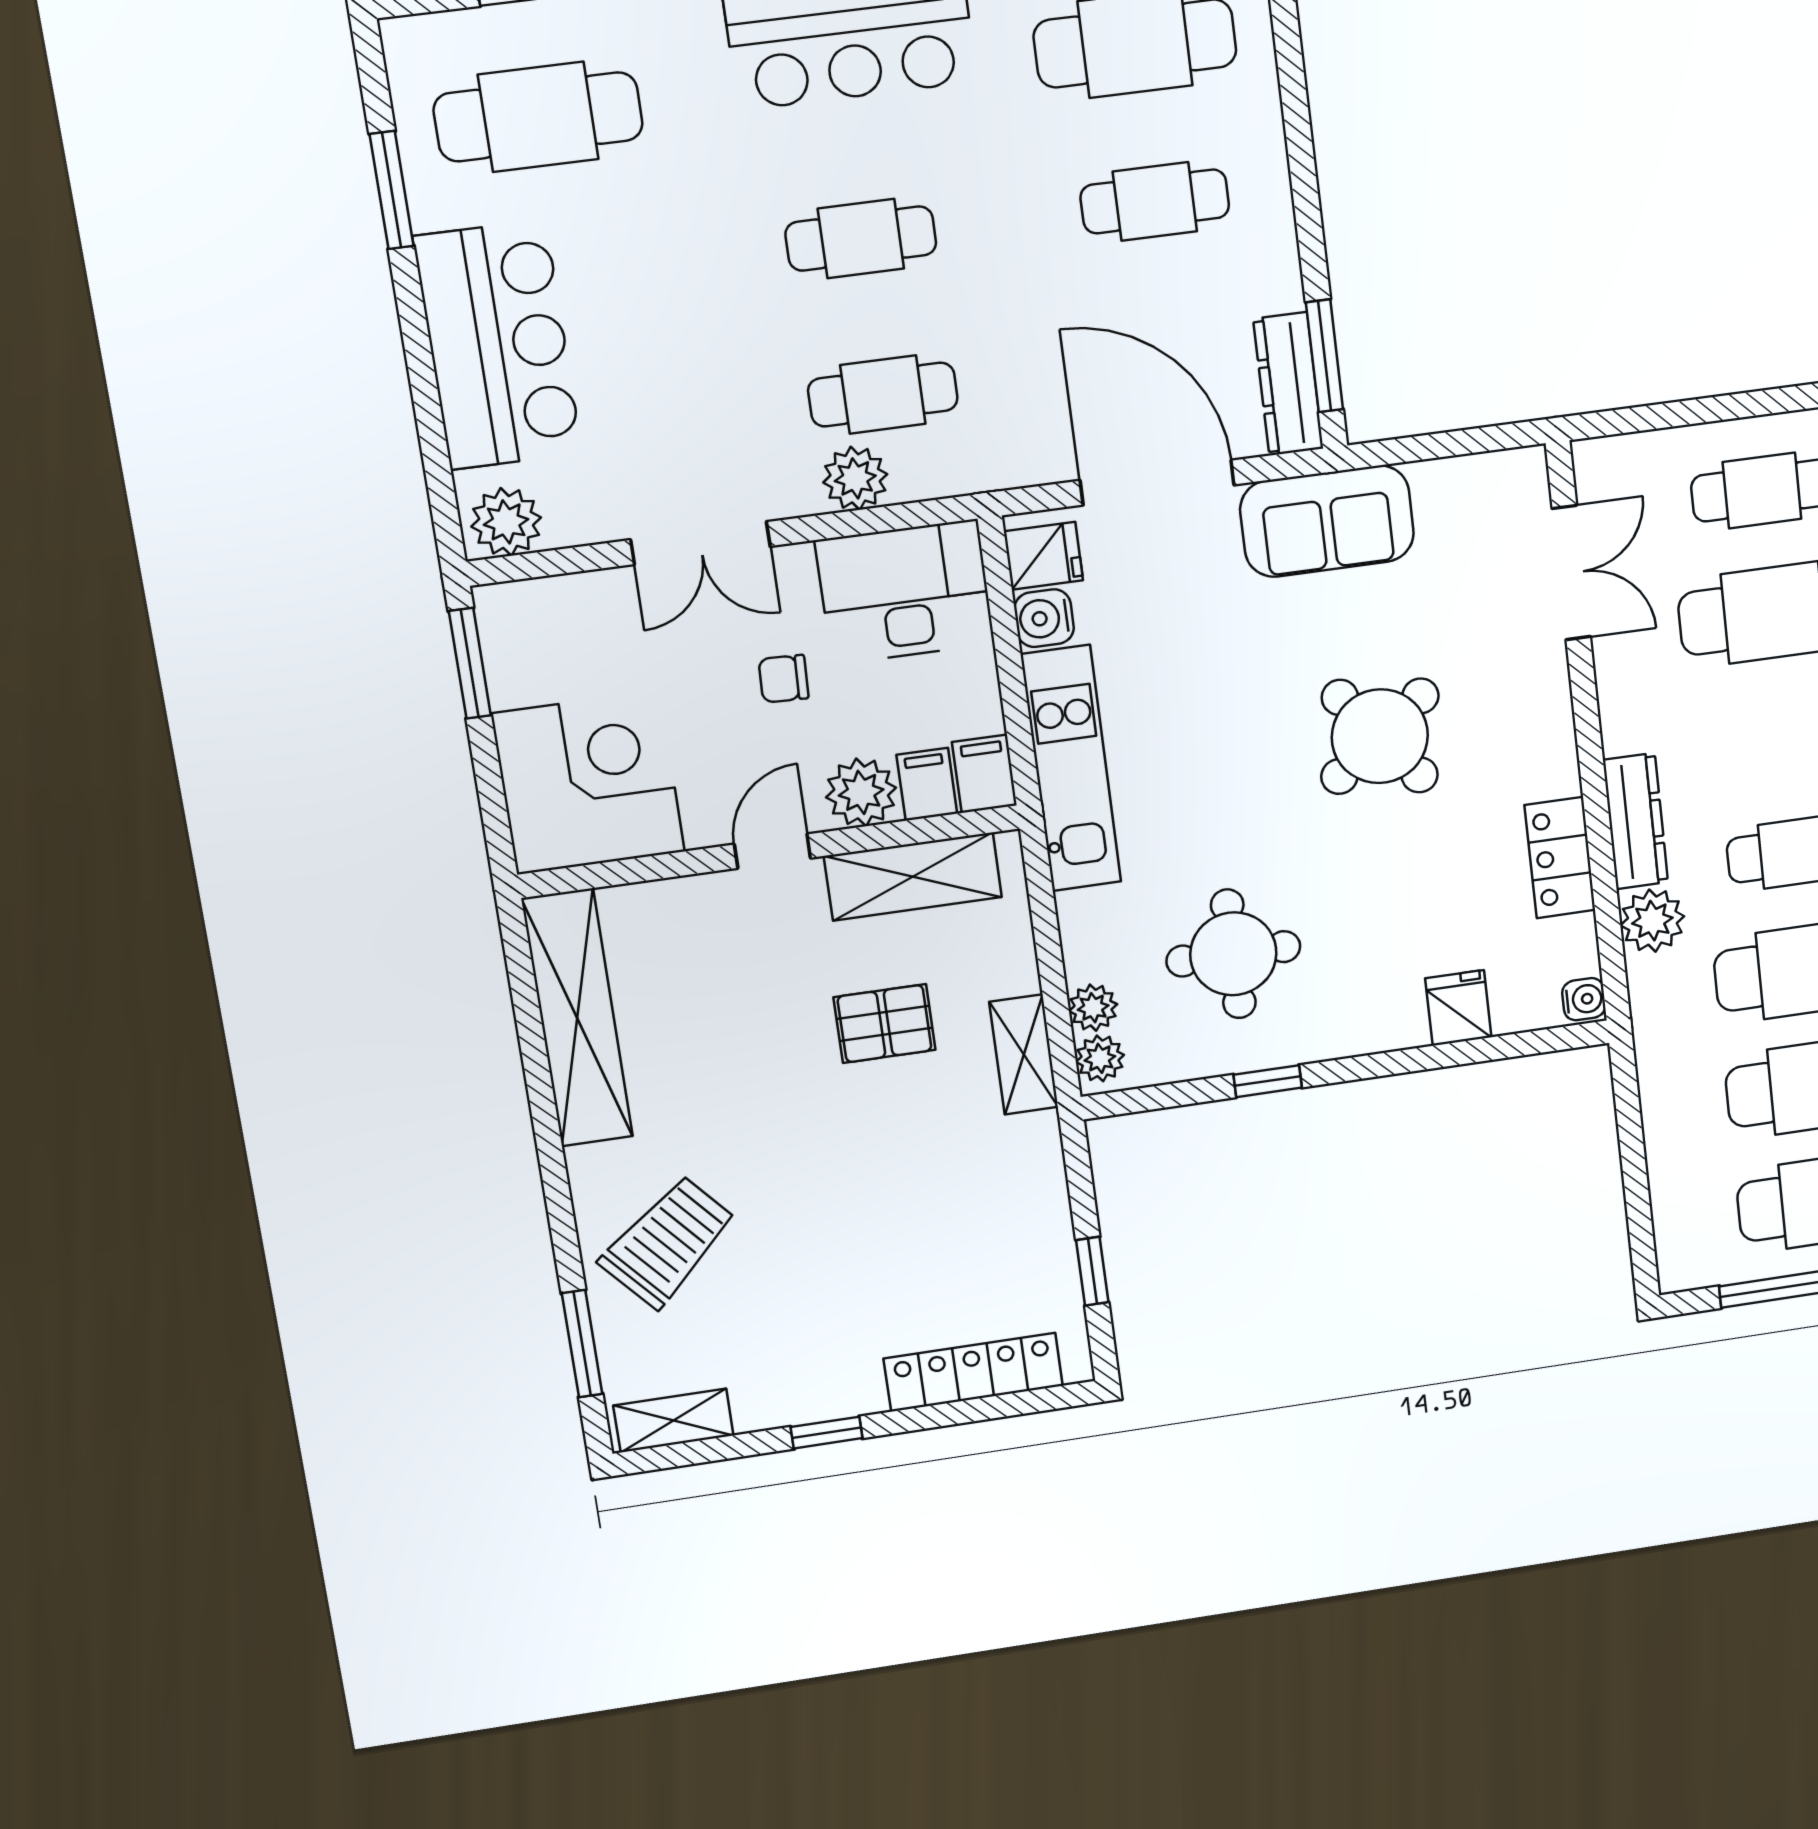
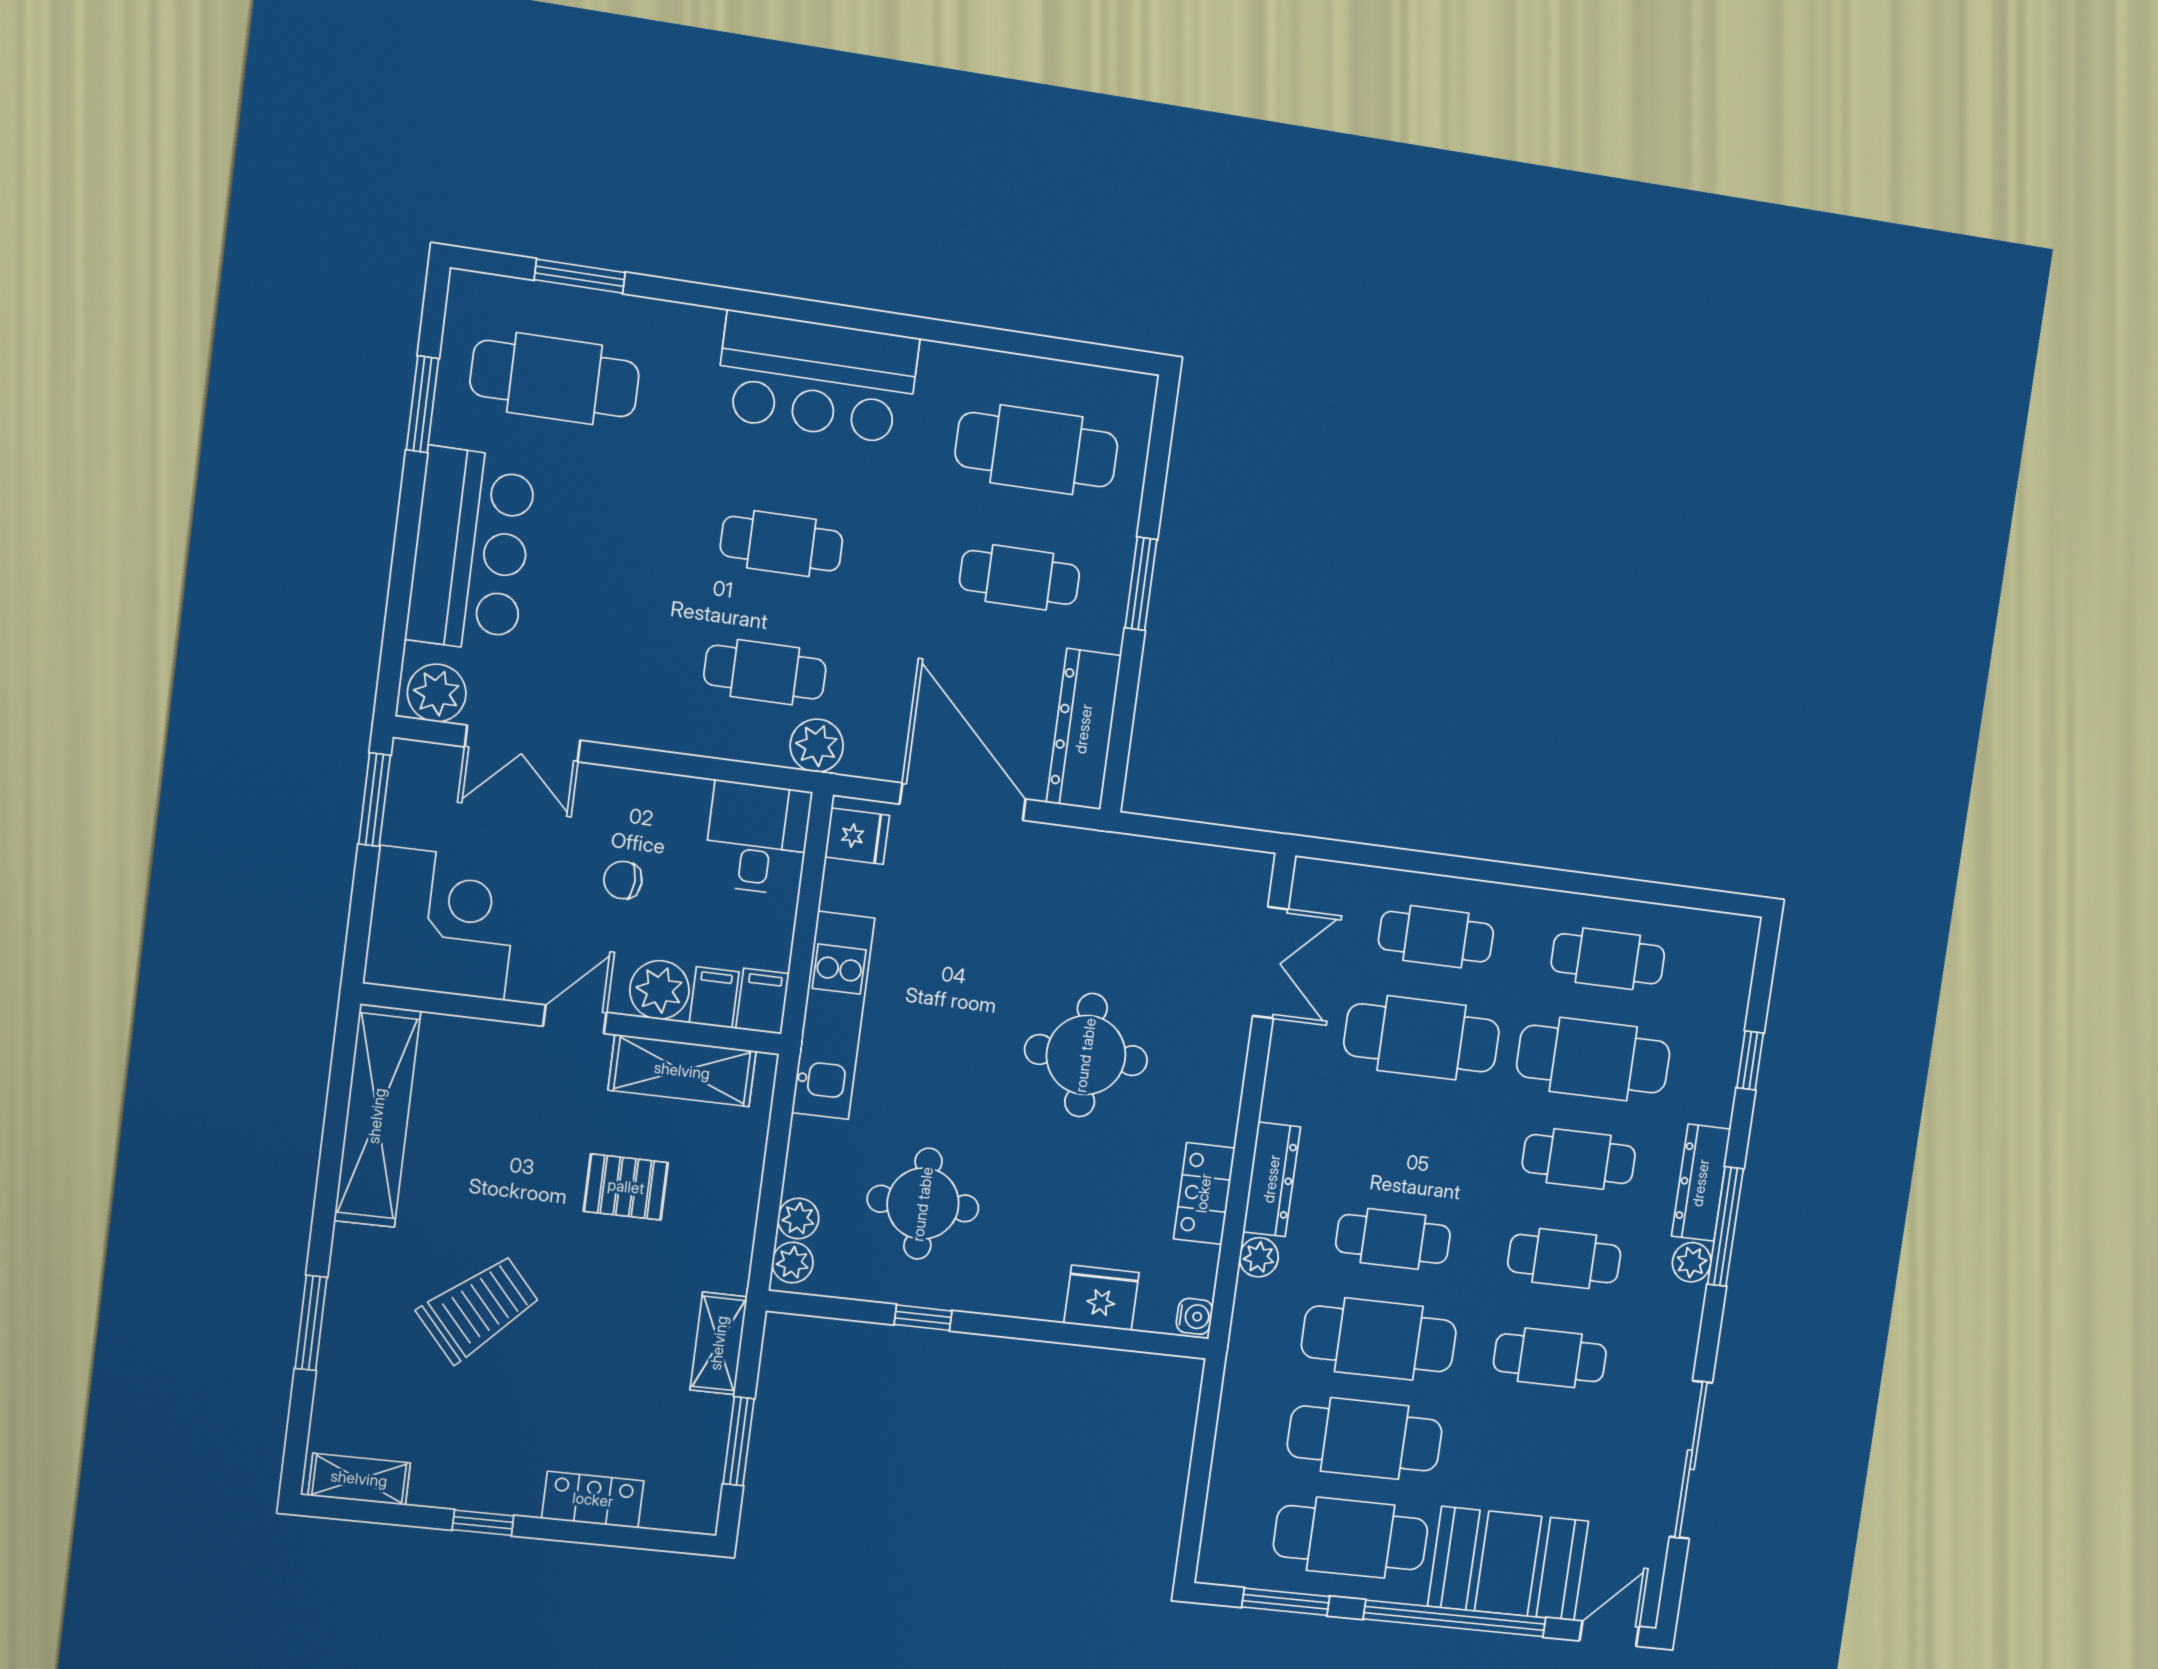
window: (1324, 356) -> (1141, 584), moved
dresser: (1288, 384) -> (1084, 729), width x1.37, depth x1.24
plant: (855, 478) -> (817, 746), moved
sofa: (1327, 521) -> (1089, 869), removed
double door: (700, 543) -> (523, 744), moved
desk: (905, 592) -> (757, 838), width x0.73
water cooler: (1044, 618) -> (844, 887), removed
round table: (1380, 736) -> (1086, 1055), turned 38
plant: (1652, 921) -> (1259, 1257), width x0.73, depth x0.73
fridge: (1458, 1008) -> (1101, 1298), width x1.38
shelving: (1024, 1055) -> (719, 1343), moved
trolley: (668, 1242) -> (479, 1309), moved
window: (1092, 1271) -> (739, 1441), width x1.50
window: (582, 1344) -> (311, 1323), moved
locker: (973, 1372) -> (593, 1500), width x0.66

